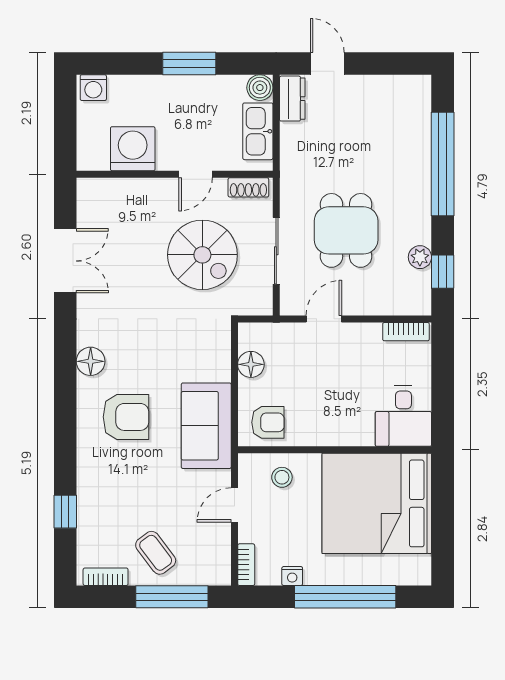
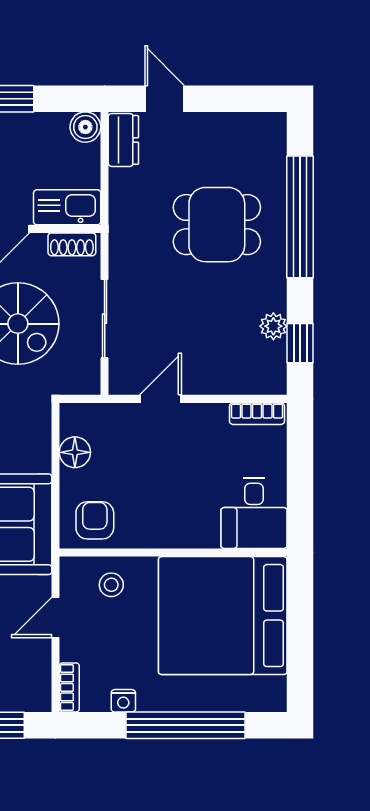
kitchen sink: (258, 131) -> (67, 207), moved, turned 90
dining table: (346, 230) -> (217, 225), moved, turned 90
armchair: (268, 422) -> (95, 520), turned -90

